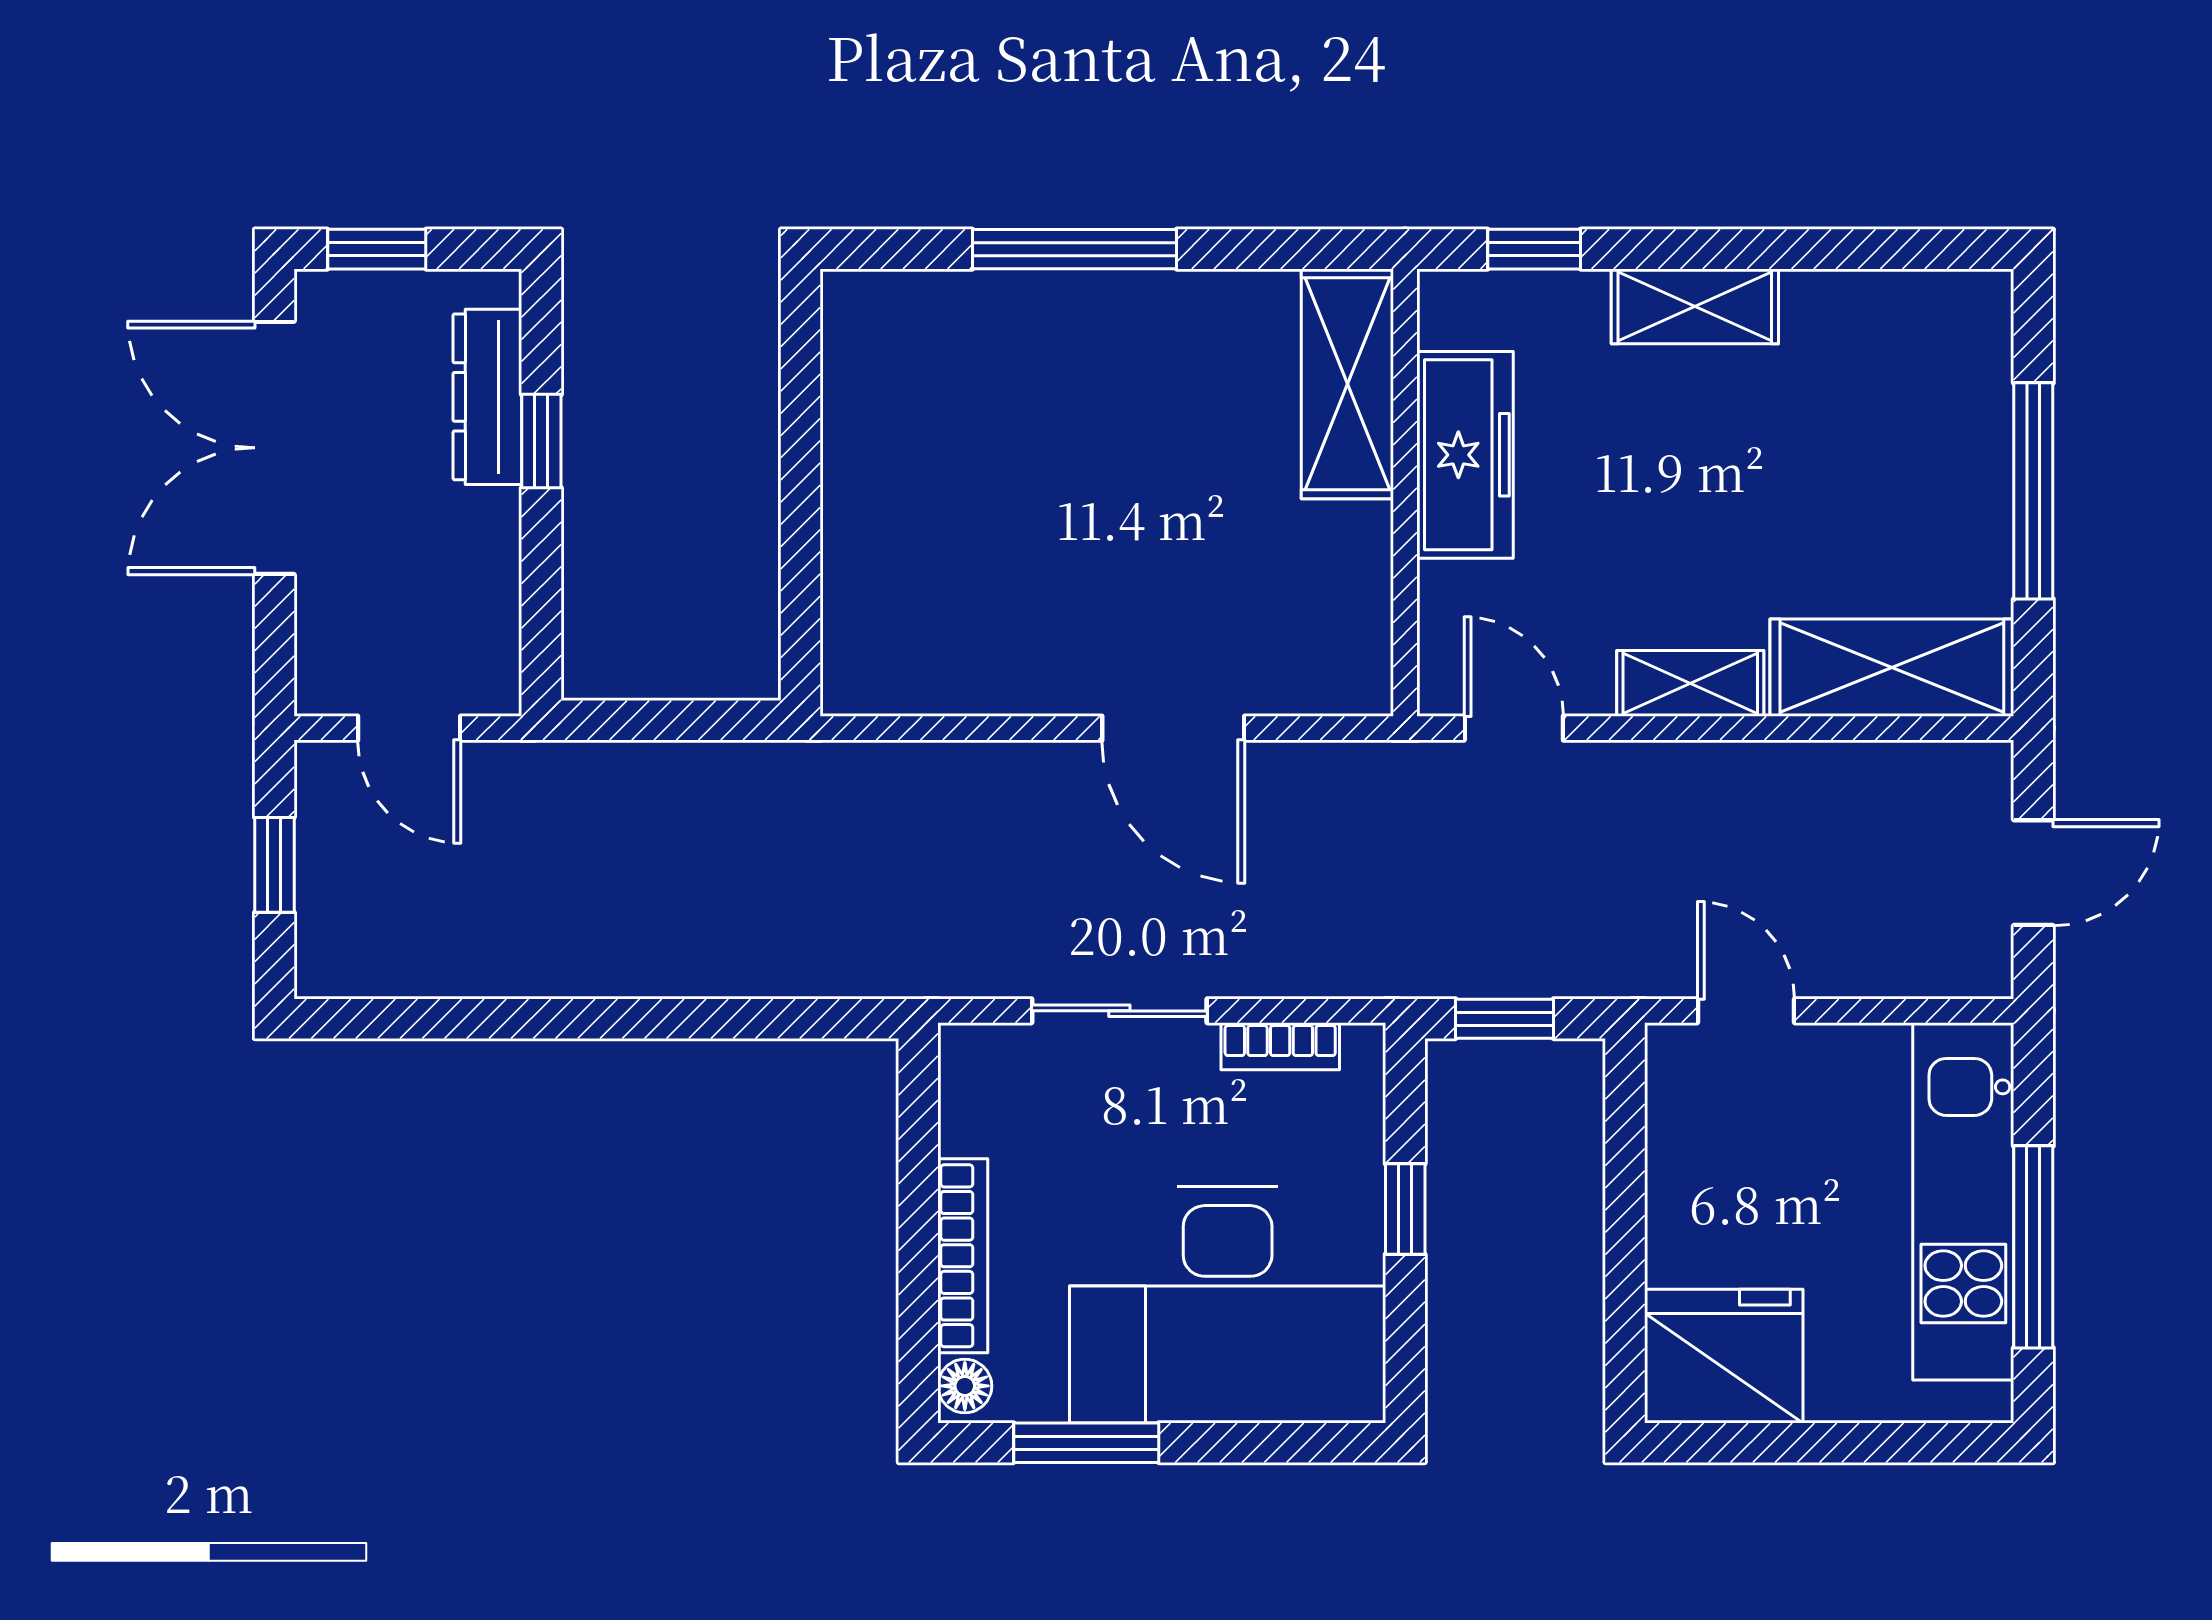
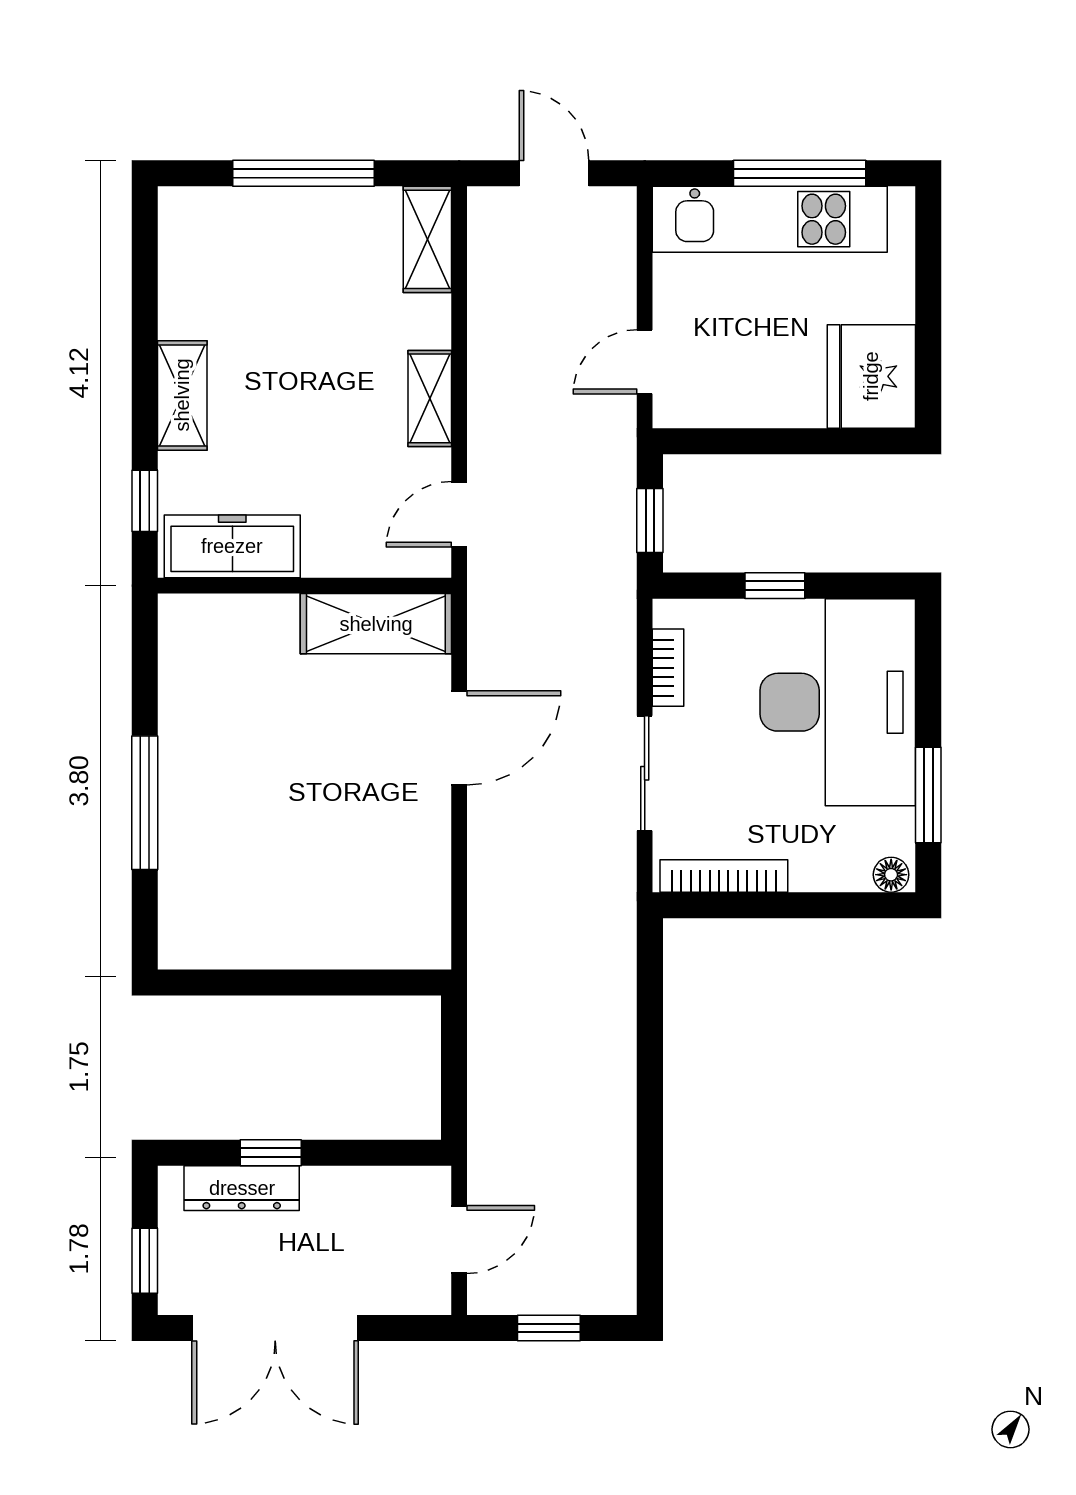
shelving: (1347, 384) -> (376, 624), moved
freezer: (1465, 455) -> (232, 546), moved
shelving: (1892, 668) -> (427, 239), width x0.67, depth x0.75
bookcase: (963, 1256) -> (724, 876), moved

